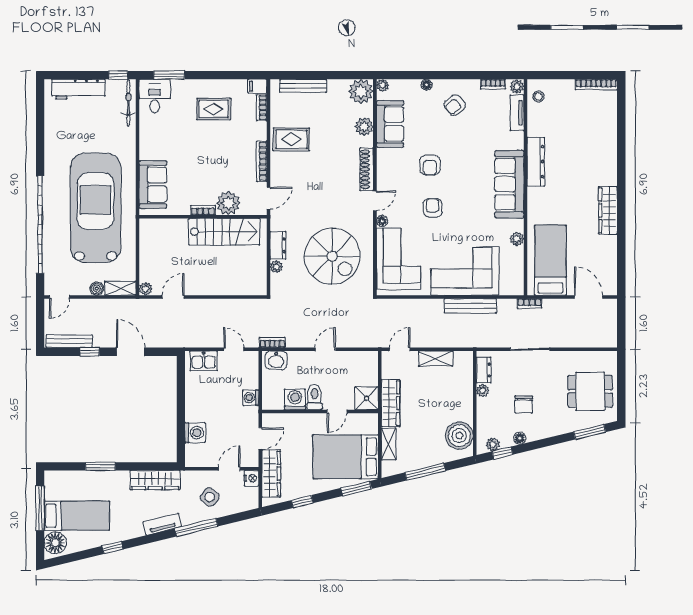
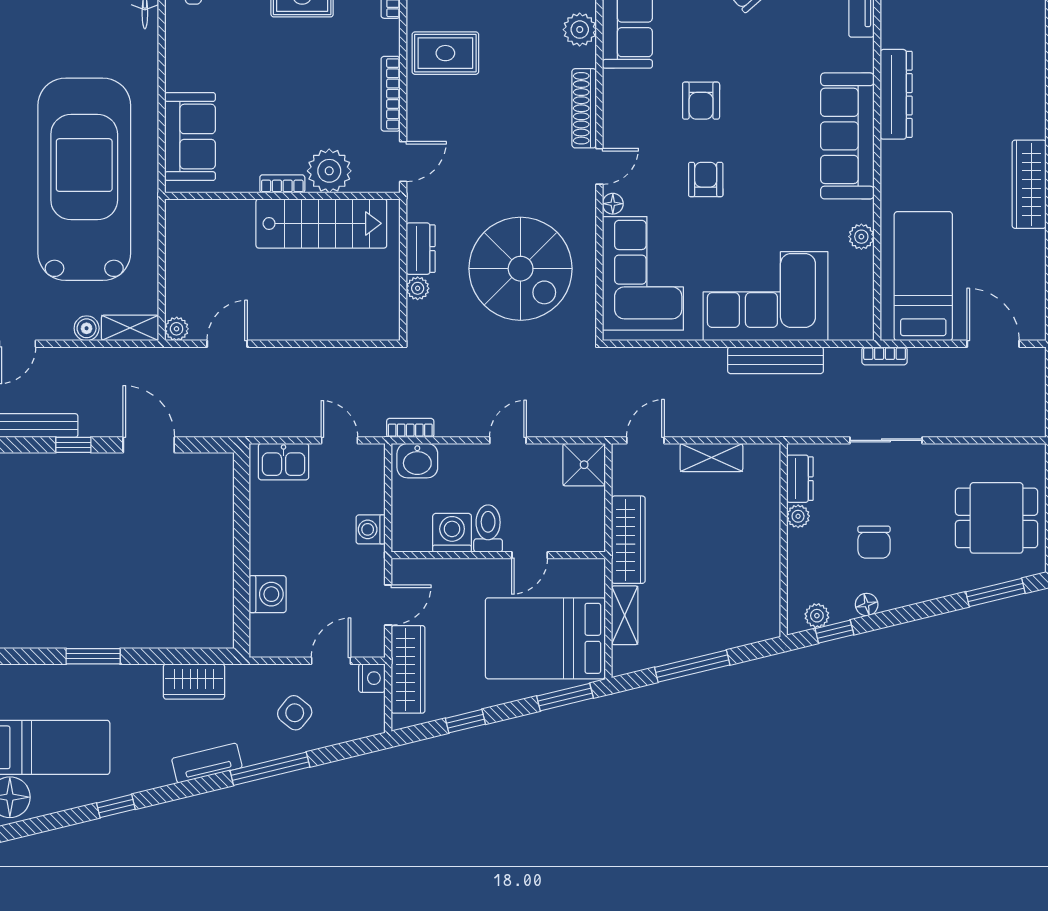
shower: (367, 398) -> (584, 465), moved
boiler: (459, 436) -> (755, 599), removed
wardrobe: (155, 480) -> (194, 681), width x0.67

